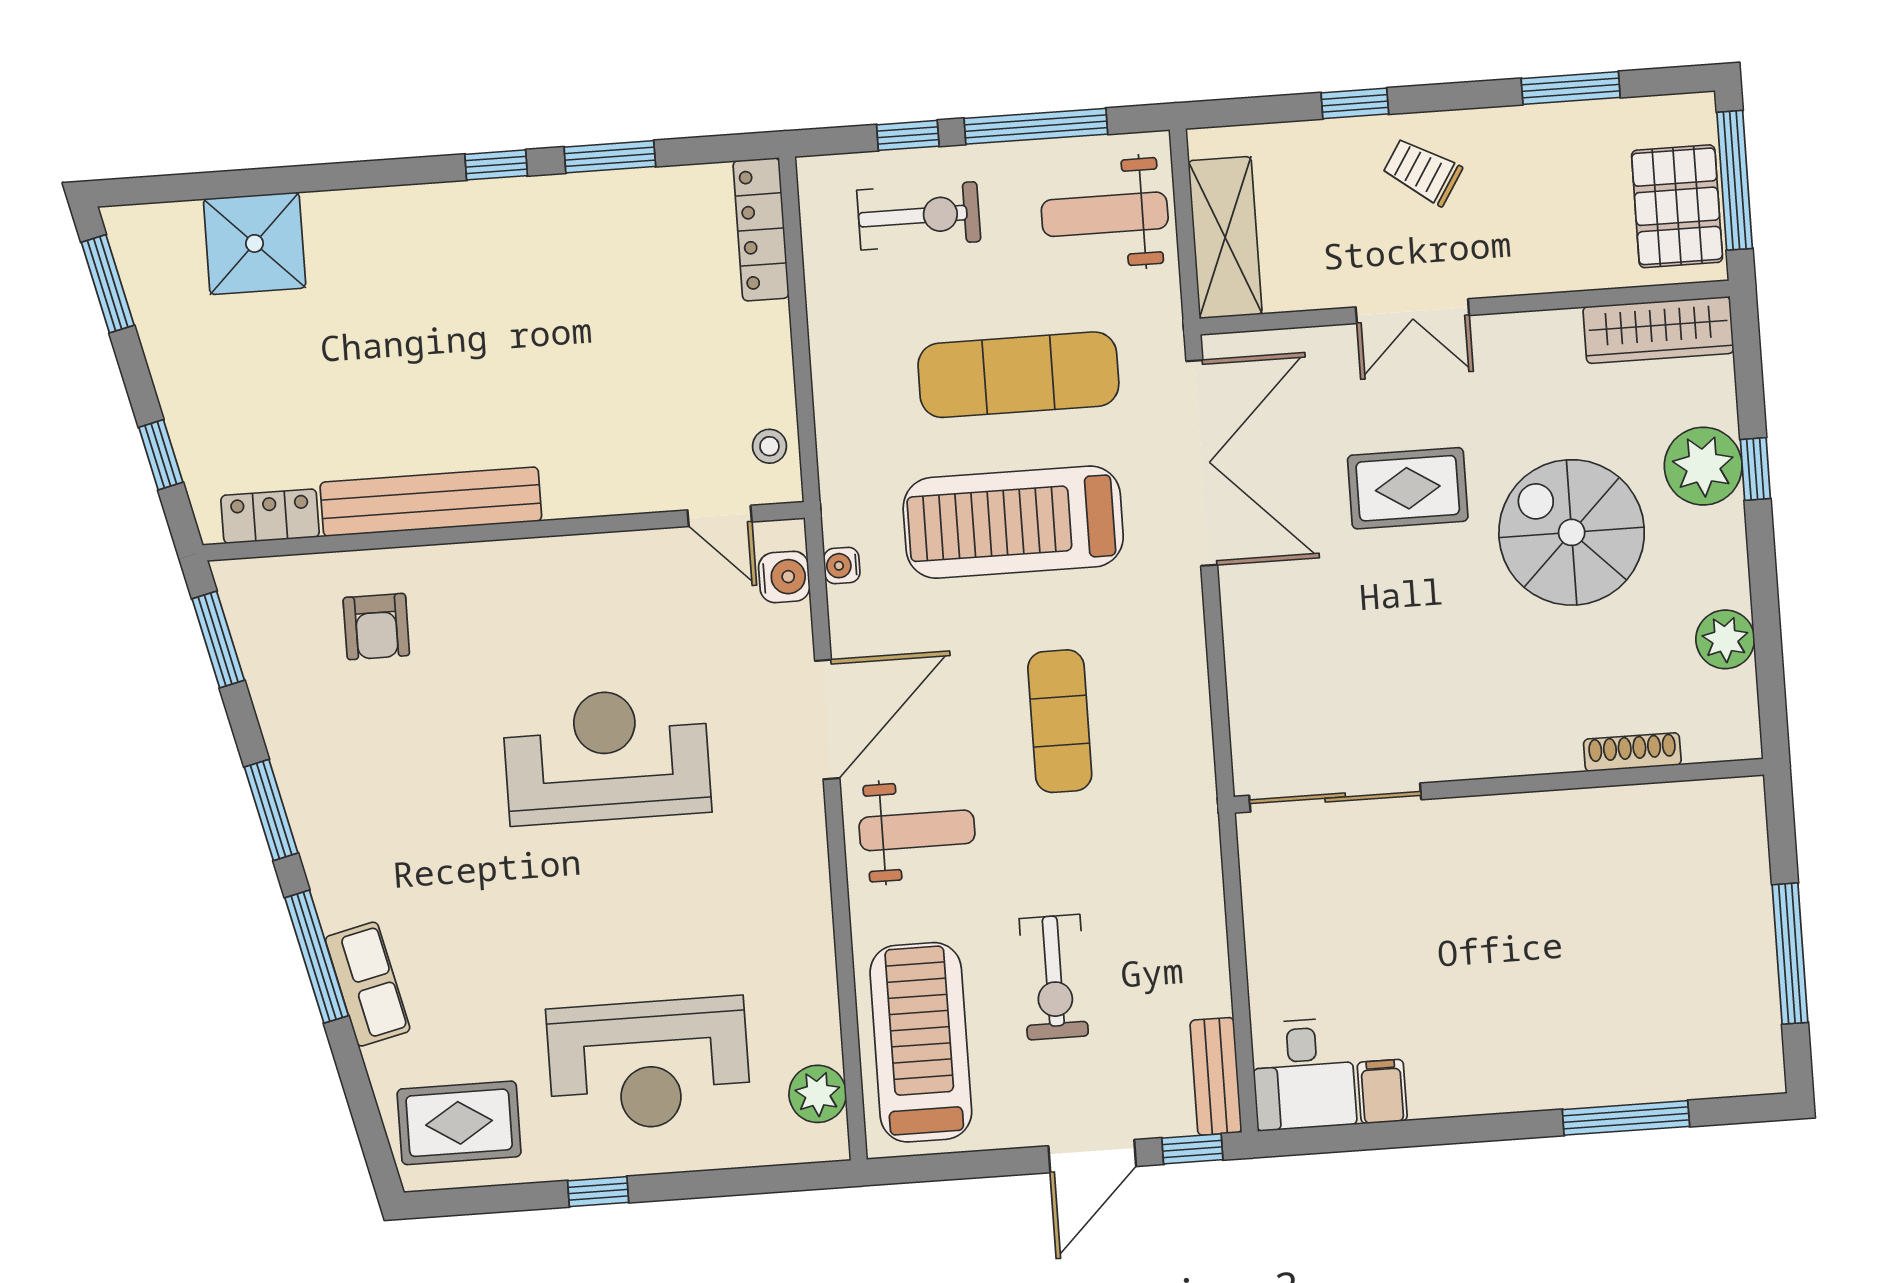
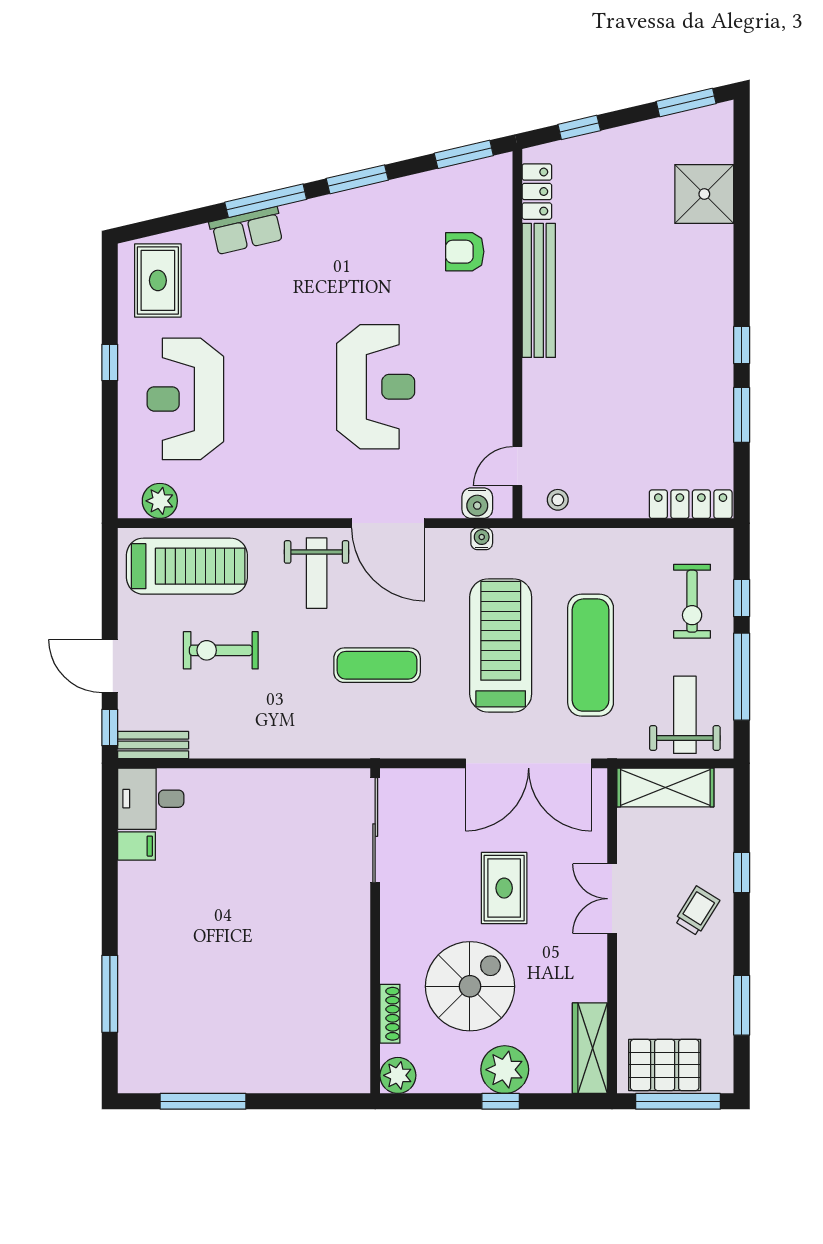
shoe rack: (1632, 752) -> (390, 1014), moved
wall: (1499, 786) -> (375, 931), moved
sliding door: (1335, 798) -> (375, 830), moved

